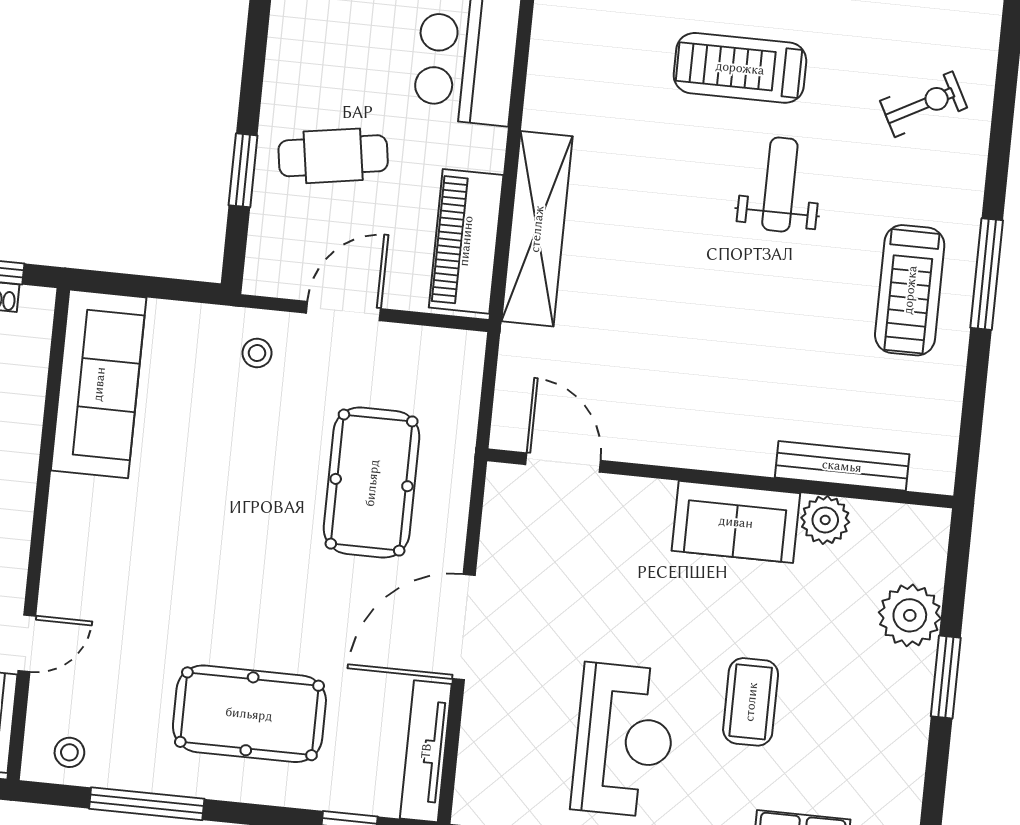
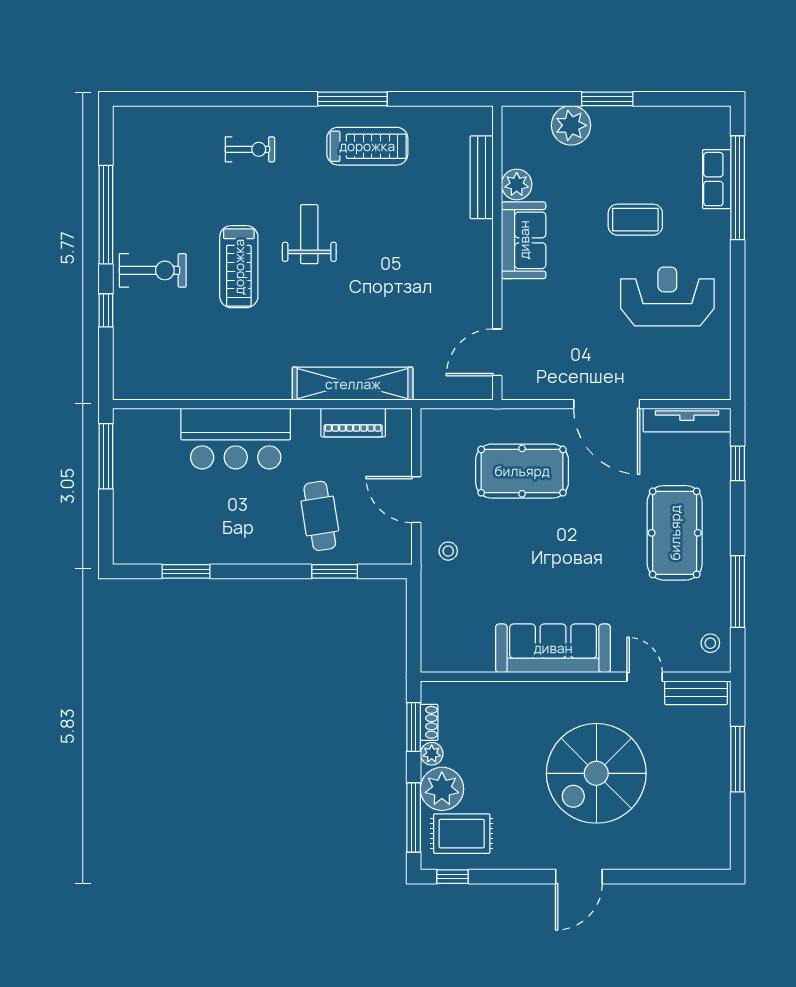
exercise bike: (924, 104) -> (250, 149), turned 118
weight bench: (780, 184) -> (309, 234), turned 90
piano: (466, 241) -> (353, 423), width x0.73, depth x0.75
sofa: (99, 384) -> (553, 648), moved

